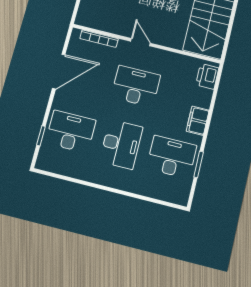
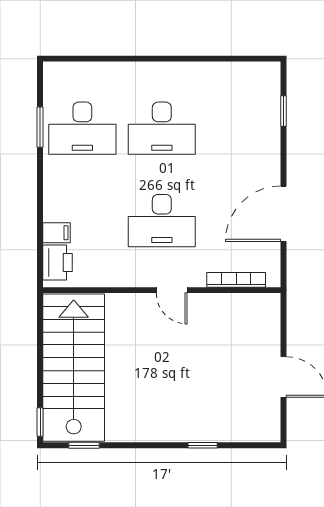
filing cabinet: (198, 121) -> (56, 233), moved, width x0.50
desk: (71, 132) -> (241, 128), removed
desk: (121, 144) -> (162, 128), turned -90

